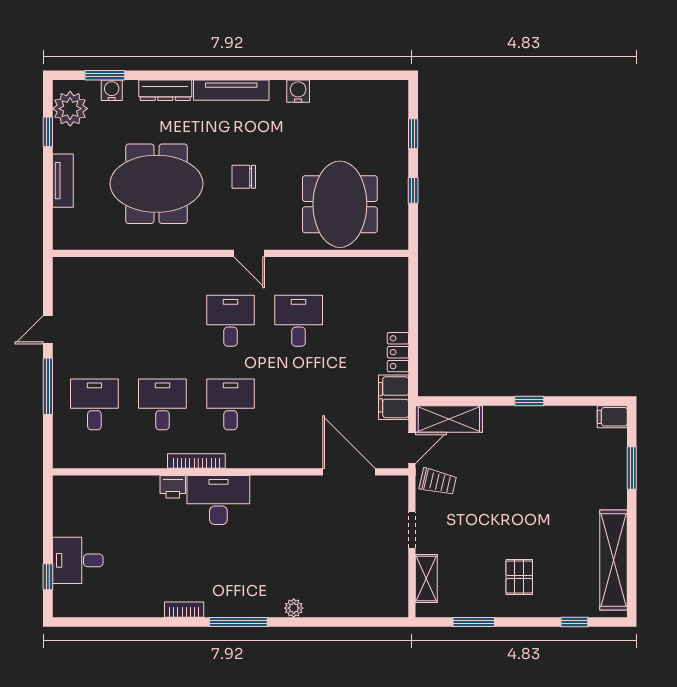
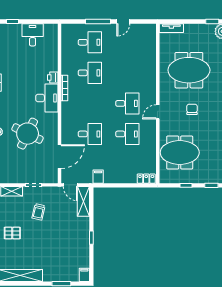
tv unit: (63, 181) -> (171, 28), moved
meeting table: (156, 184) -> (189, 70), turned 90
door: (48, 330) -> (123, 21), swing flipped
locker: (398, 352) -> (146, 179), moved
filing cabinet: (394, 397) -> (98, 177), width x0.50
desk: (231, 404) -> (90, 134), moved
trolley: (438, 482) -> (38, 212), moved
round table: (298, 543) -> (28, 134), added
desk: (78, 560) -> (33, 35), moved

